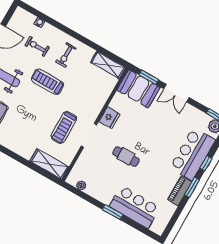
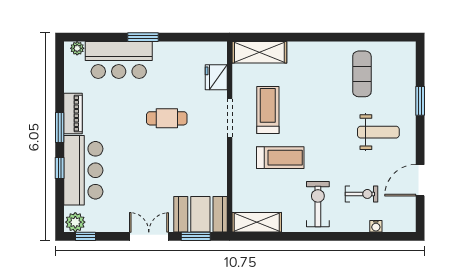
exercise bike: (66, 55) -> (318, 204), width x1.38, depth x1.39
treadmill: (48, 82) -> (280, 158), moved
fridge: (110, 118) -> (216, 77), moved
plant: (81, 186) -> (77, 48), moved

